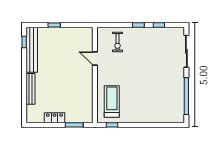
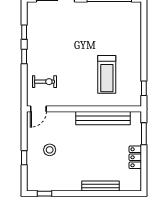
stool: (61, 46) -> (50, 150), added
bench: (32, 50) -> (103, 118), moved
door: (95, 58) -> (38, 109), moved
treadmill: (112, 102) -> (107, 74), moved, turned -90

